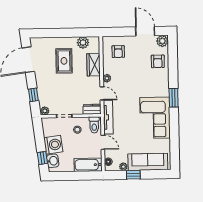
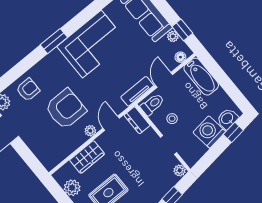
armchair: (118, 52) -> (66, 109), moved, width x1.88, depth x1.88
tv unit: (108, 117) -> (137, 91), width x0.71
window: (133, 175) -> (182, 30), moved

